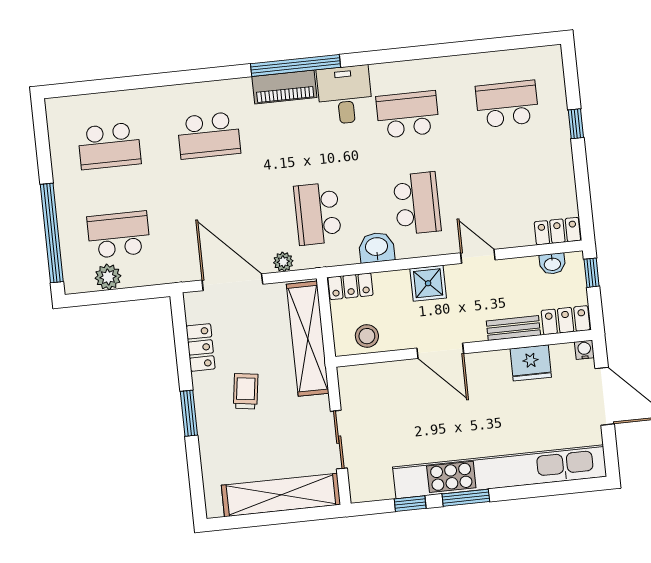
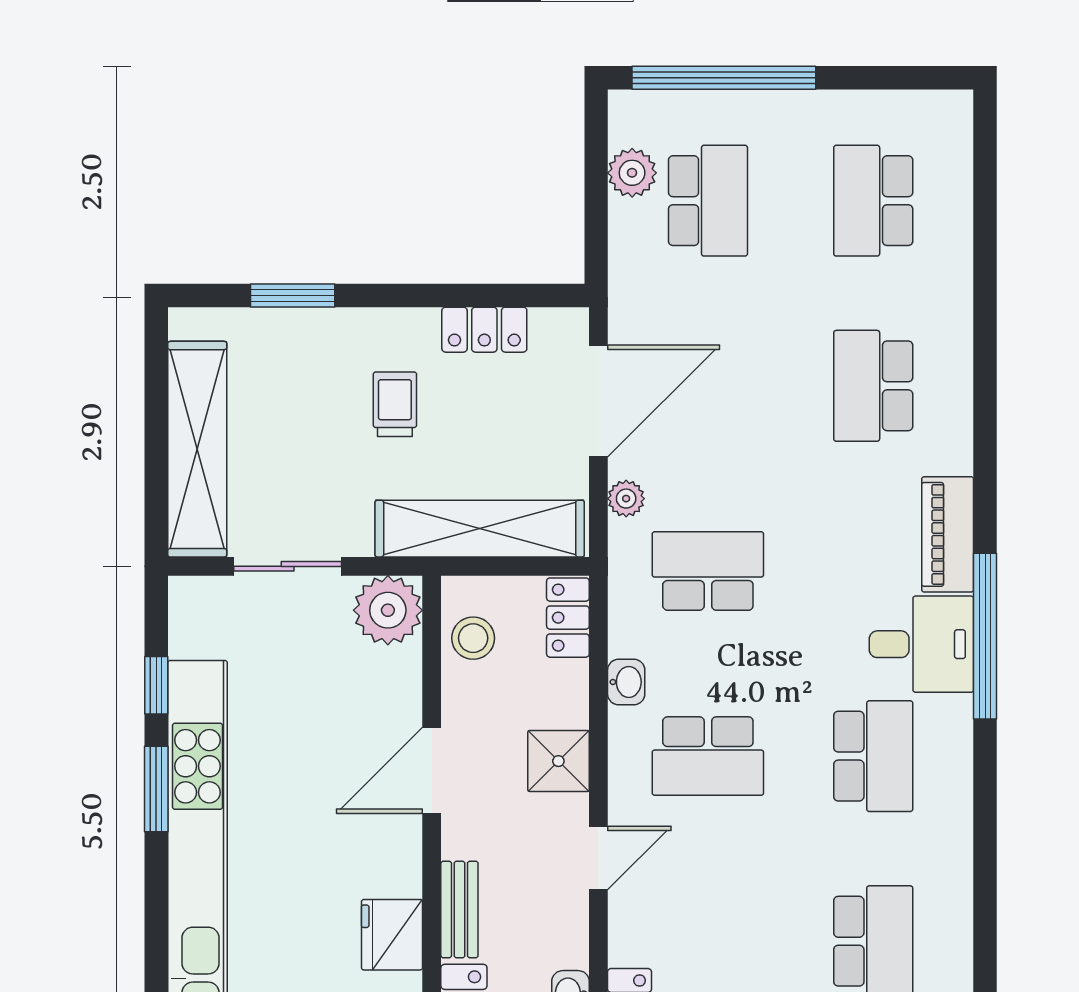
window: (295, 66) -> (985, 636), moved
washbasin: (377, 247) -> (626, 682), width x0.72, depth x0.69
plant: (357, 383) -> (388, 610), added
trolley: (246, 391) -> (395, 404), turned -98
window: (189, 413) -> (293, 295), moved

